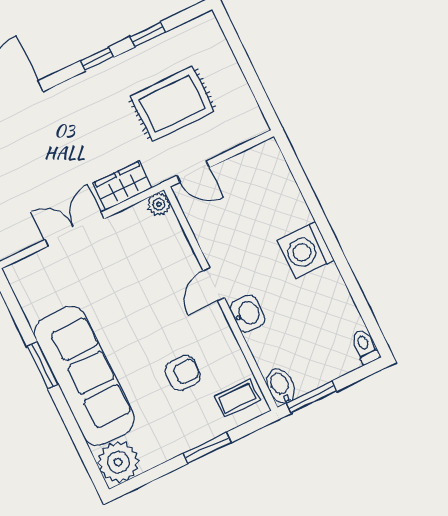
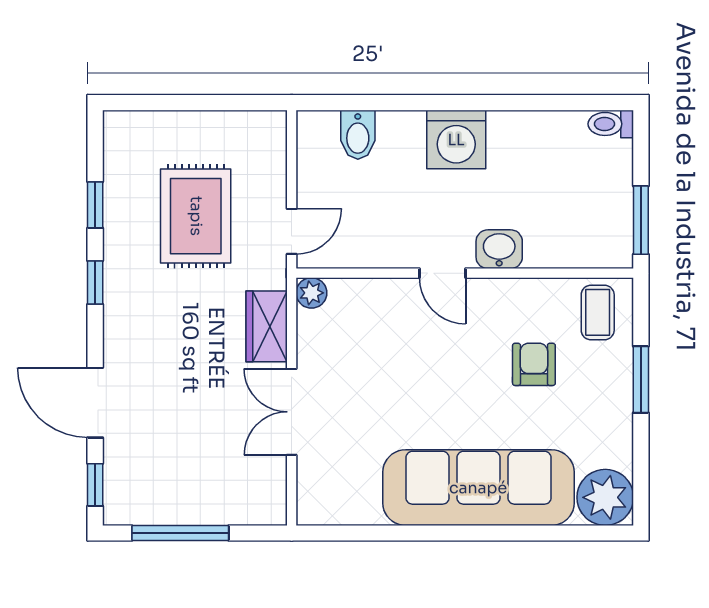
window: (43, 366) -> (441, 533), removed
bidet: (281, 386) -> (358, 135), moved, turned -90

